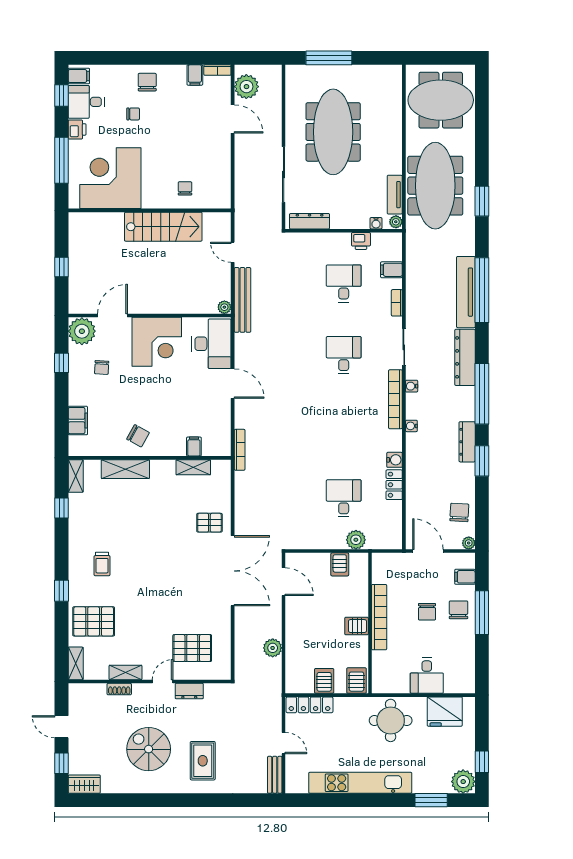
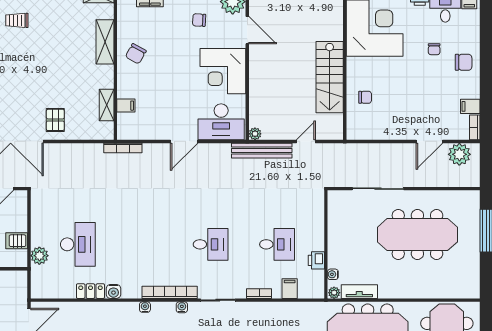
dresser: (310, 221) -> (335, 213), removed
desk: (344, 498) -> (78, 244), width x1.37

